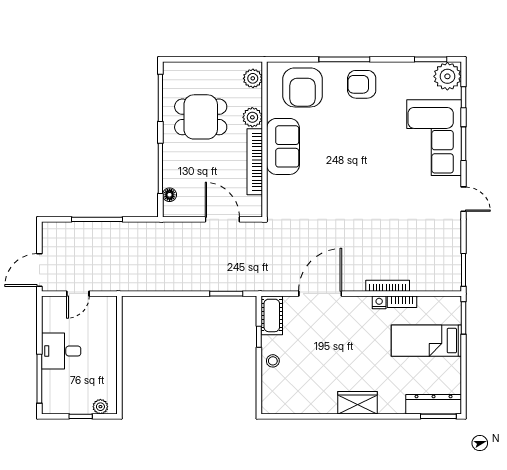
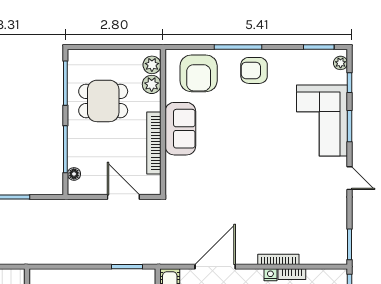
plant: (447, 76) -> (341, 63), width x0.53, depth x0.53
plant: (252, 117) -> (152, 84), moved

